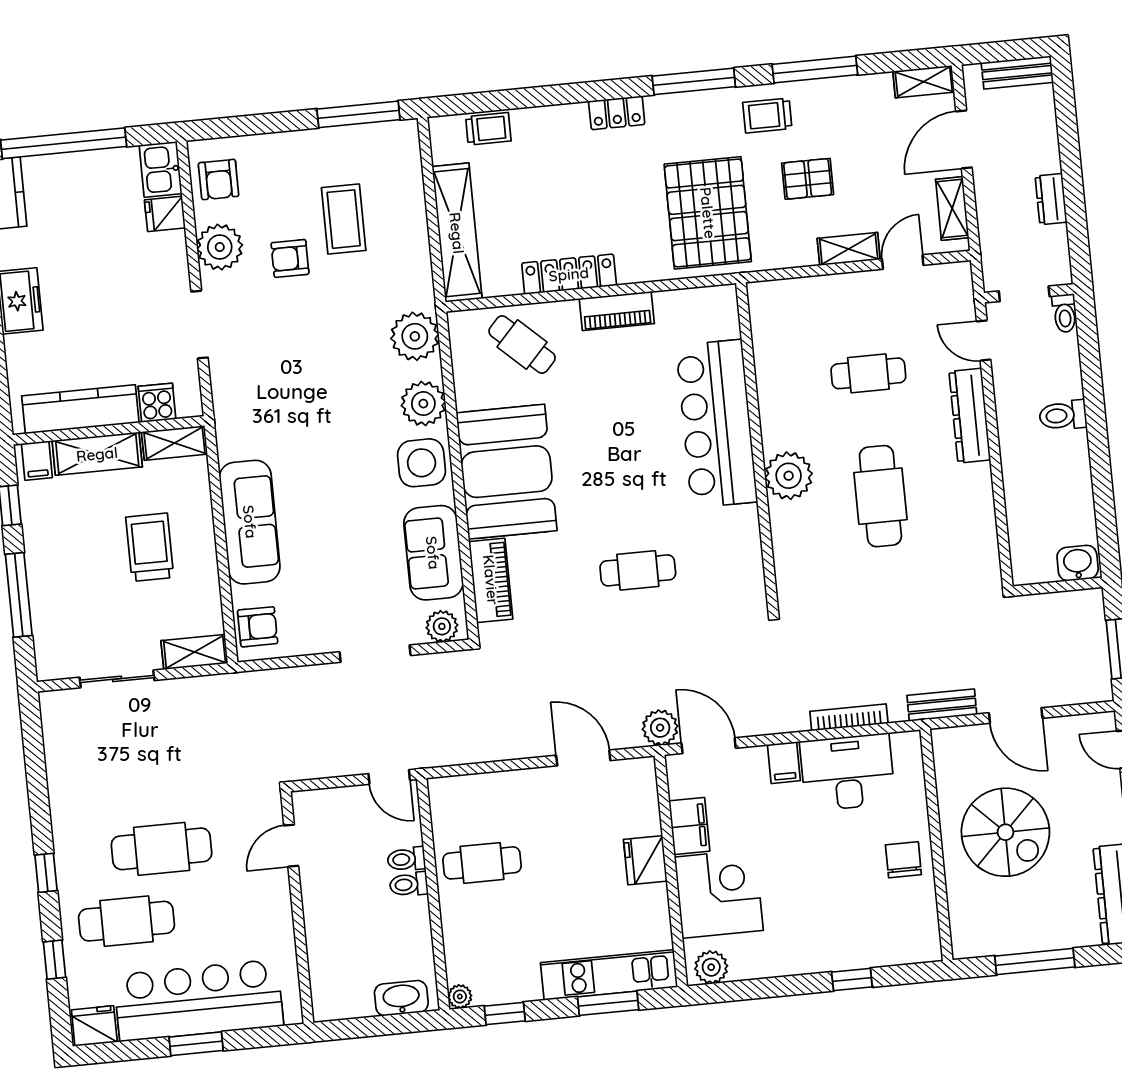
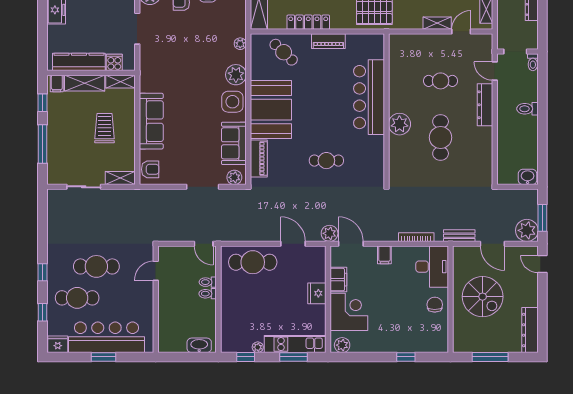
plant: (415, 336) -> (240, 44), width x0.53, depth x0.53
plant: (1087, 679) -> (527, 230), added
desk: (847, 772) -> (432, 267), moved, turned 90
cafe table: (482, 863) -> (253, 262), moved, width x1.37, depth x1.35
plant: (460, 997) -> (258, 347), moved

